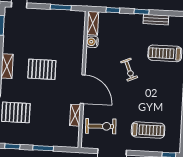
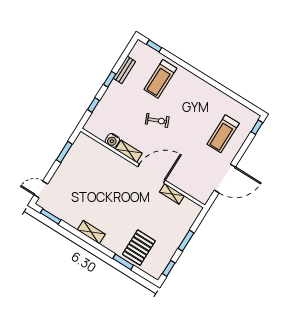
shelving: (93, 23) -> (129, 151), moved
pallet: (42, 69) -> (112, 201), removed
exercise bike: (101, 126) -> (195, 176), removed
treadmill: (148, 130) -> (223, 134), turned 180

